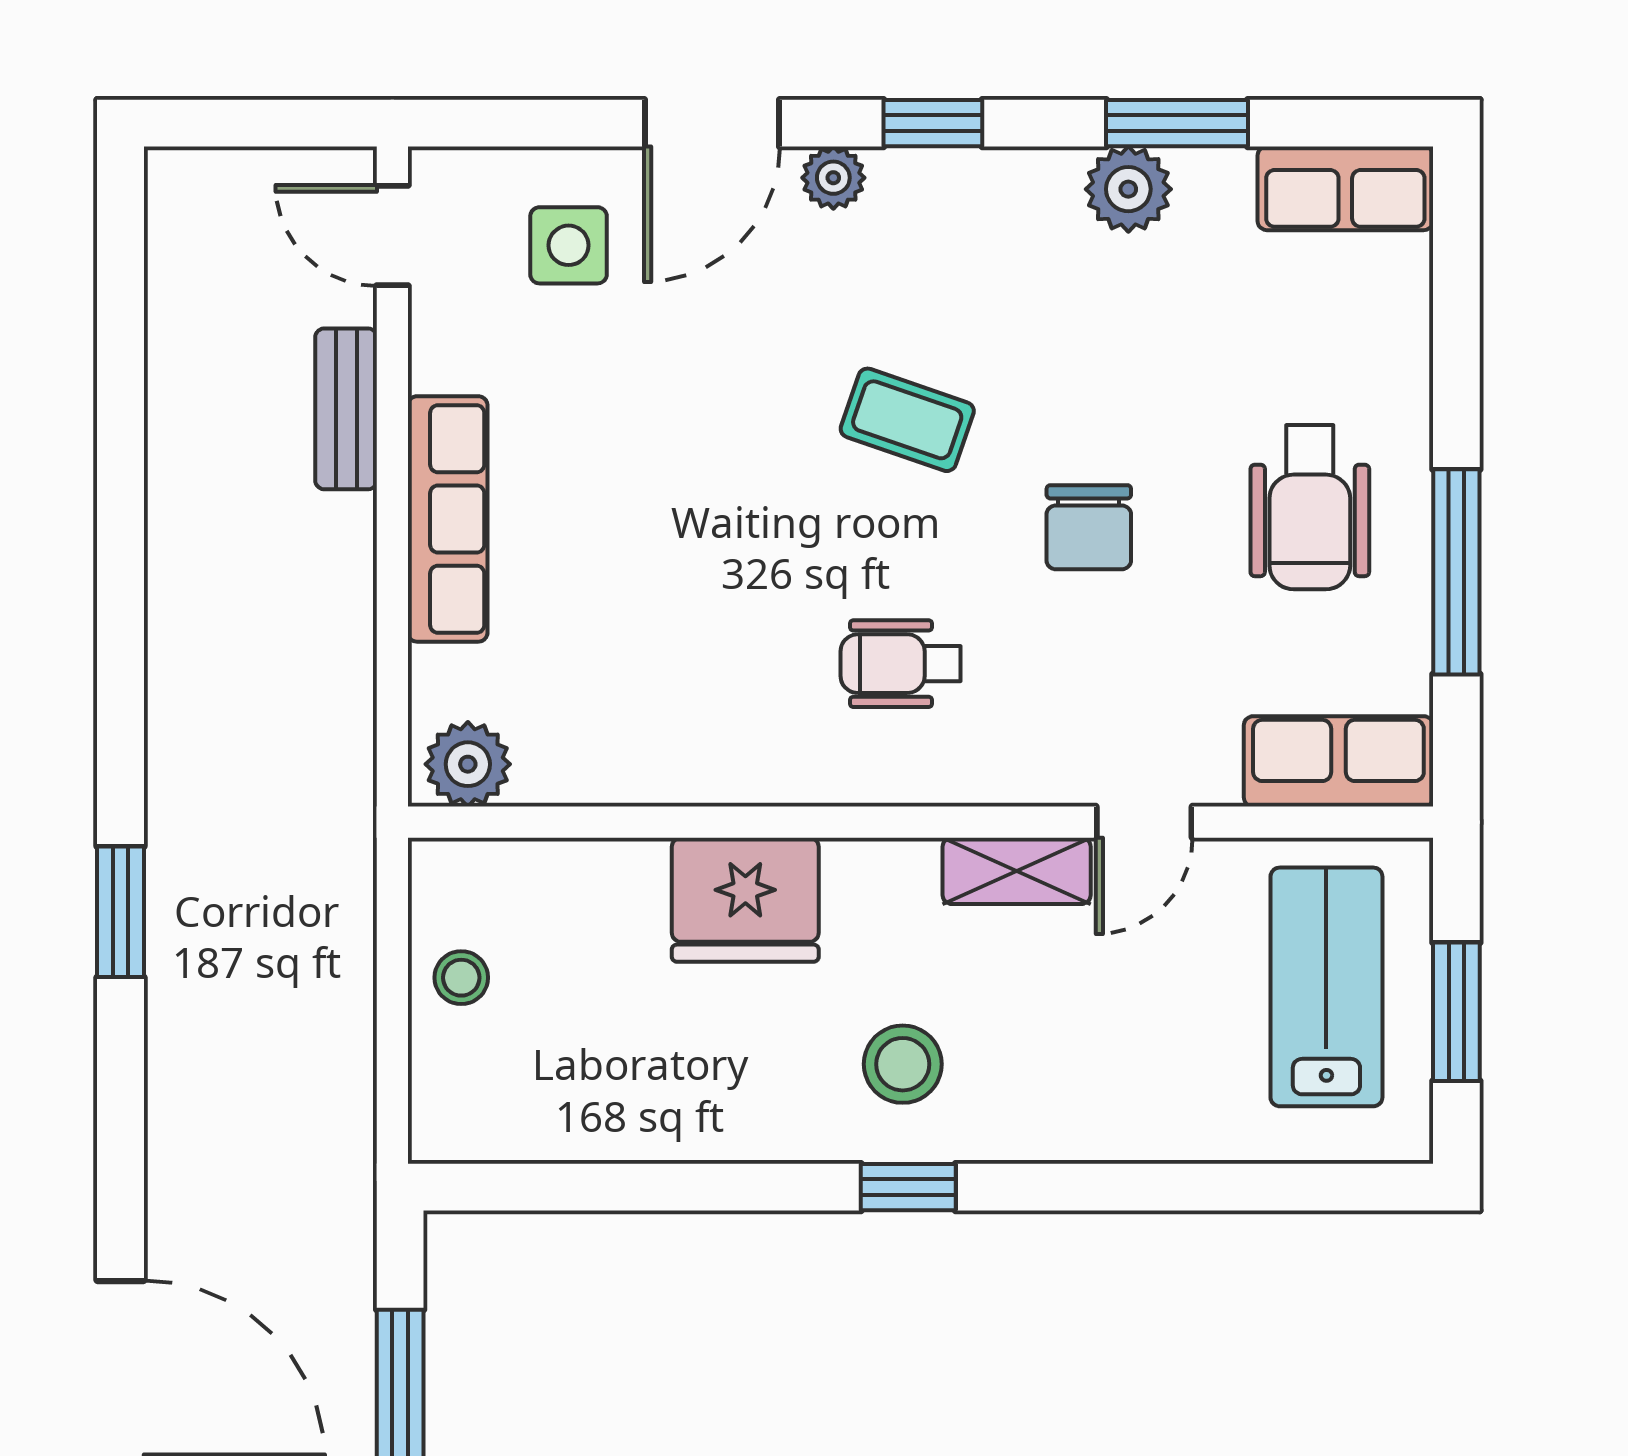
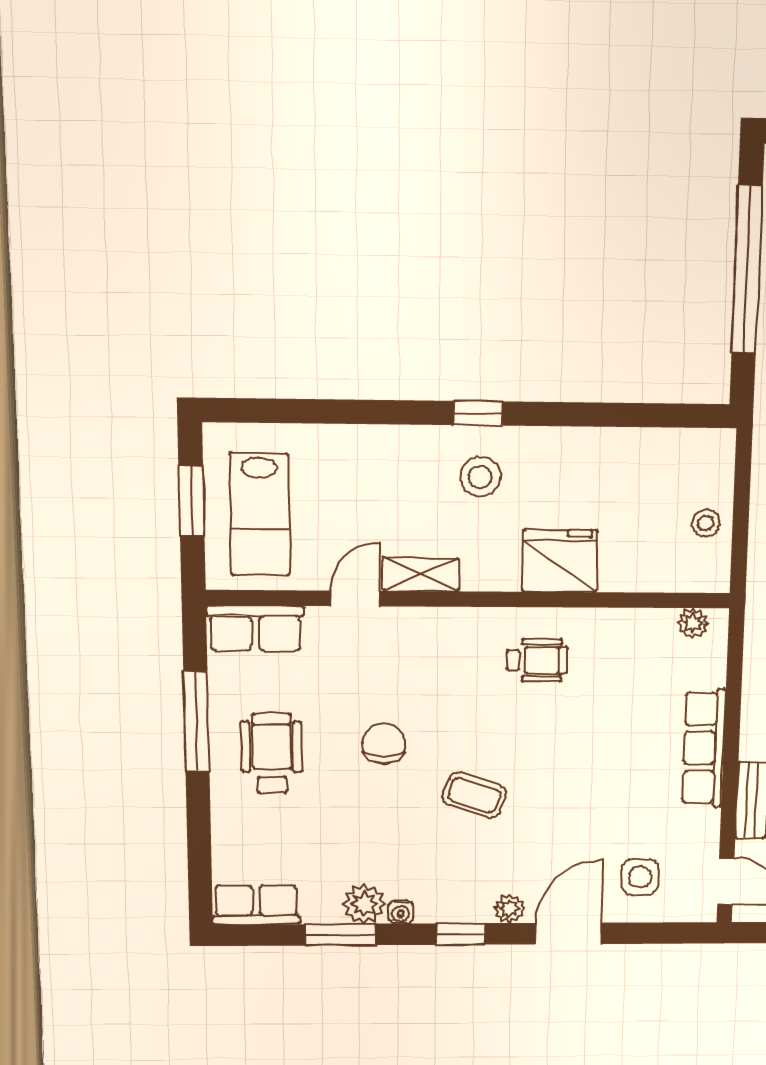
water cooler: (1054, 171) -> (401, 912), added
wheelchair: (901, 664) -> (537, 660), moved
plant: (468, 764) -> (693, 623), width x0.73, depth x0.73

